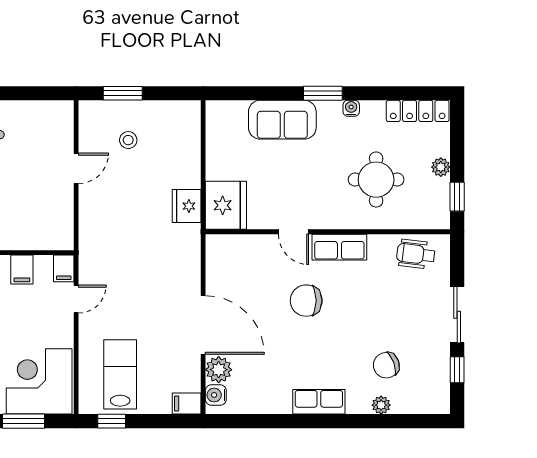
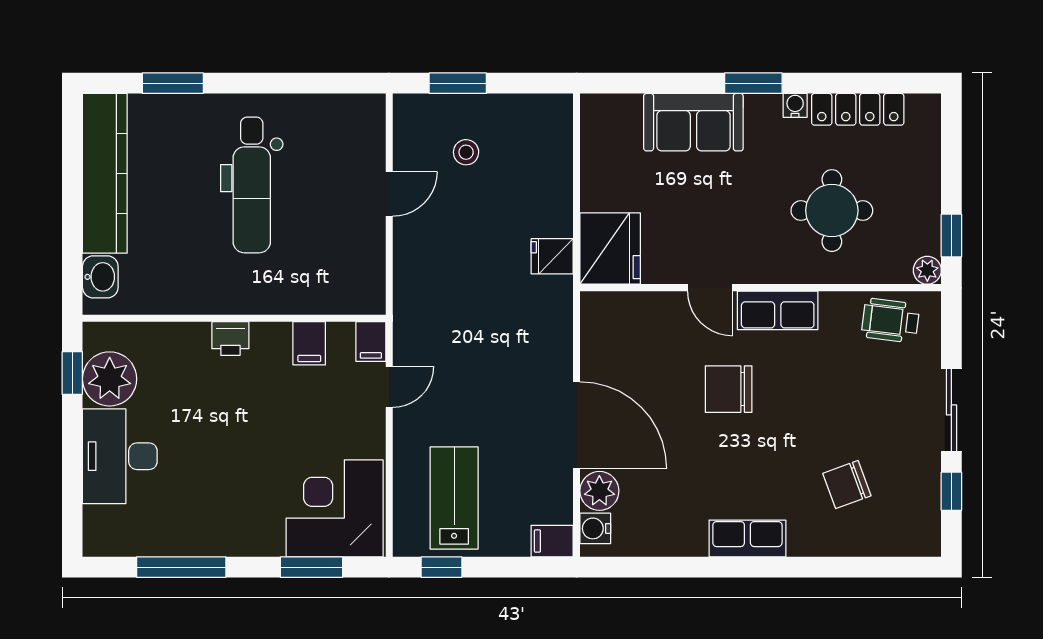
locker: (418, 111) -> (858, 109), moved
plant: (441, 167) -> (927, 270), moved
fridge: (187, 206) -> (552, 256), width x0.72
plant: (381, 405) -> (839, 543), removed

